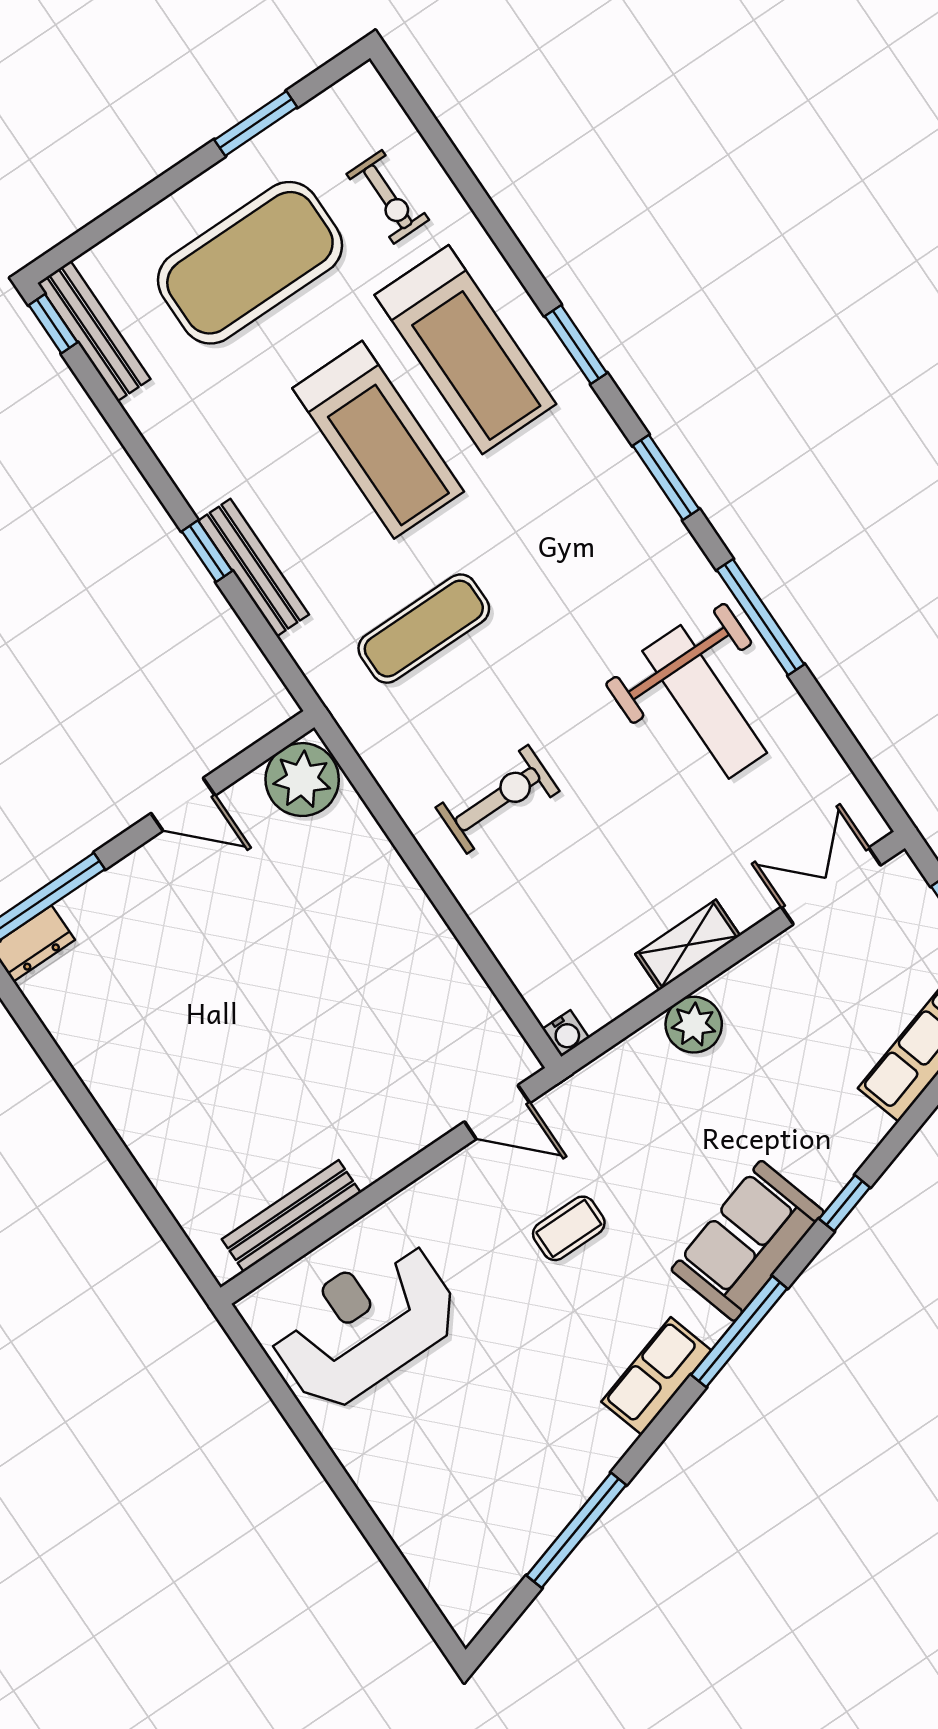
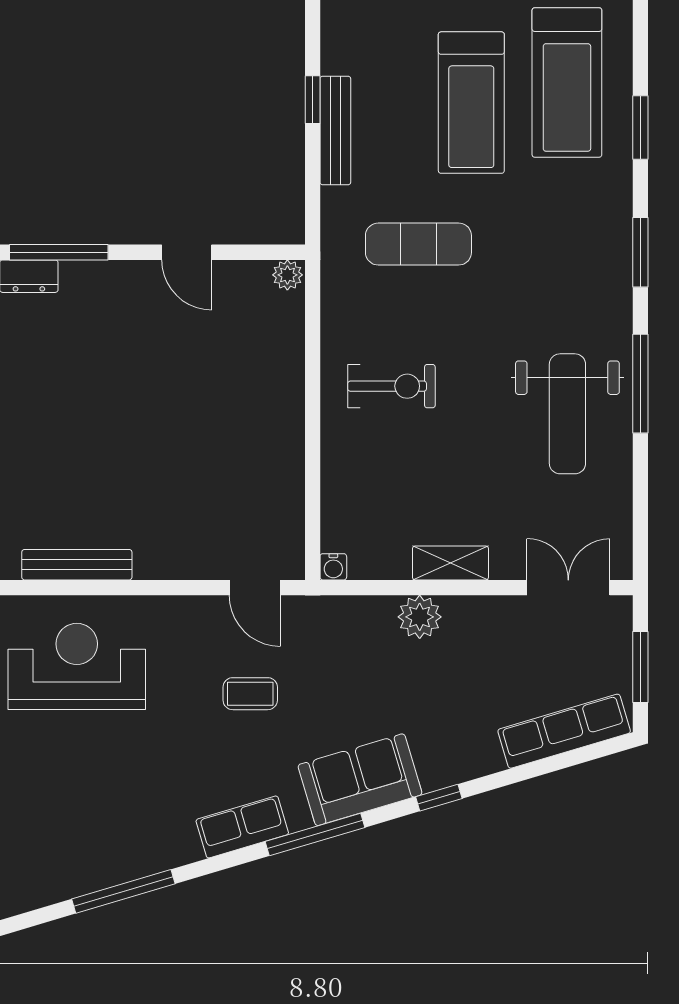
plant: (302, 780) -> (287, 275), width x0.53, depth x0.53

